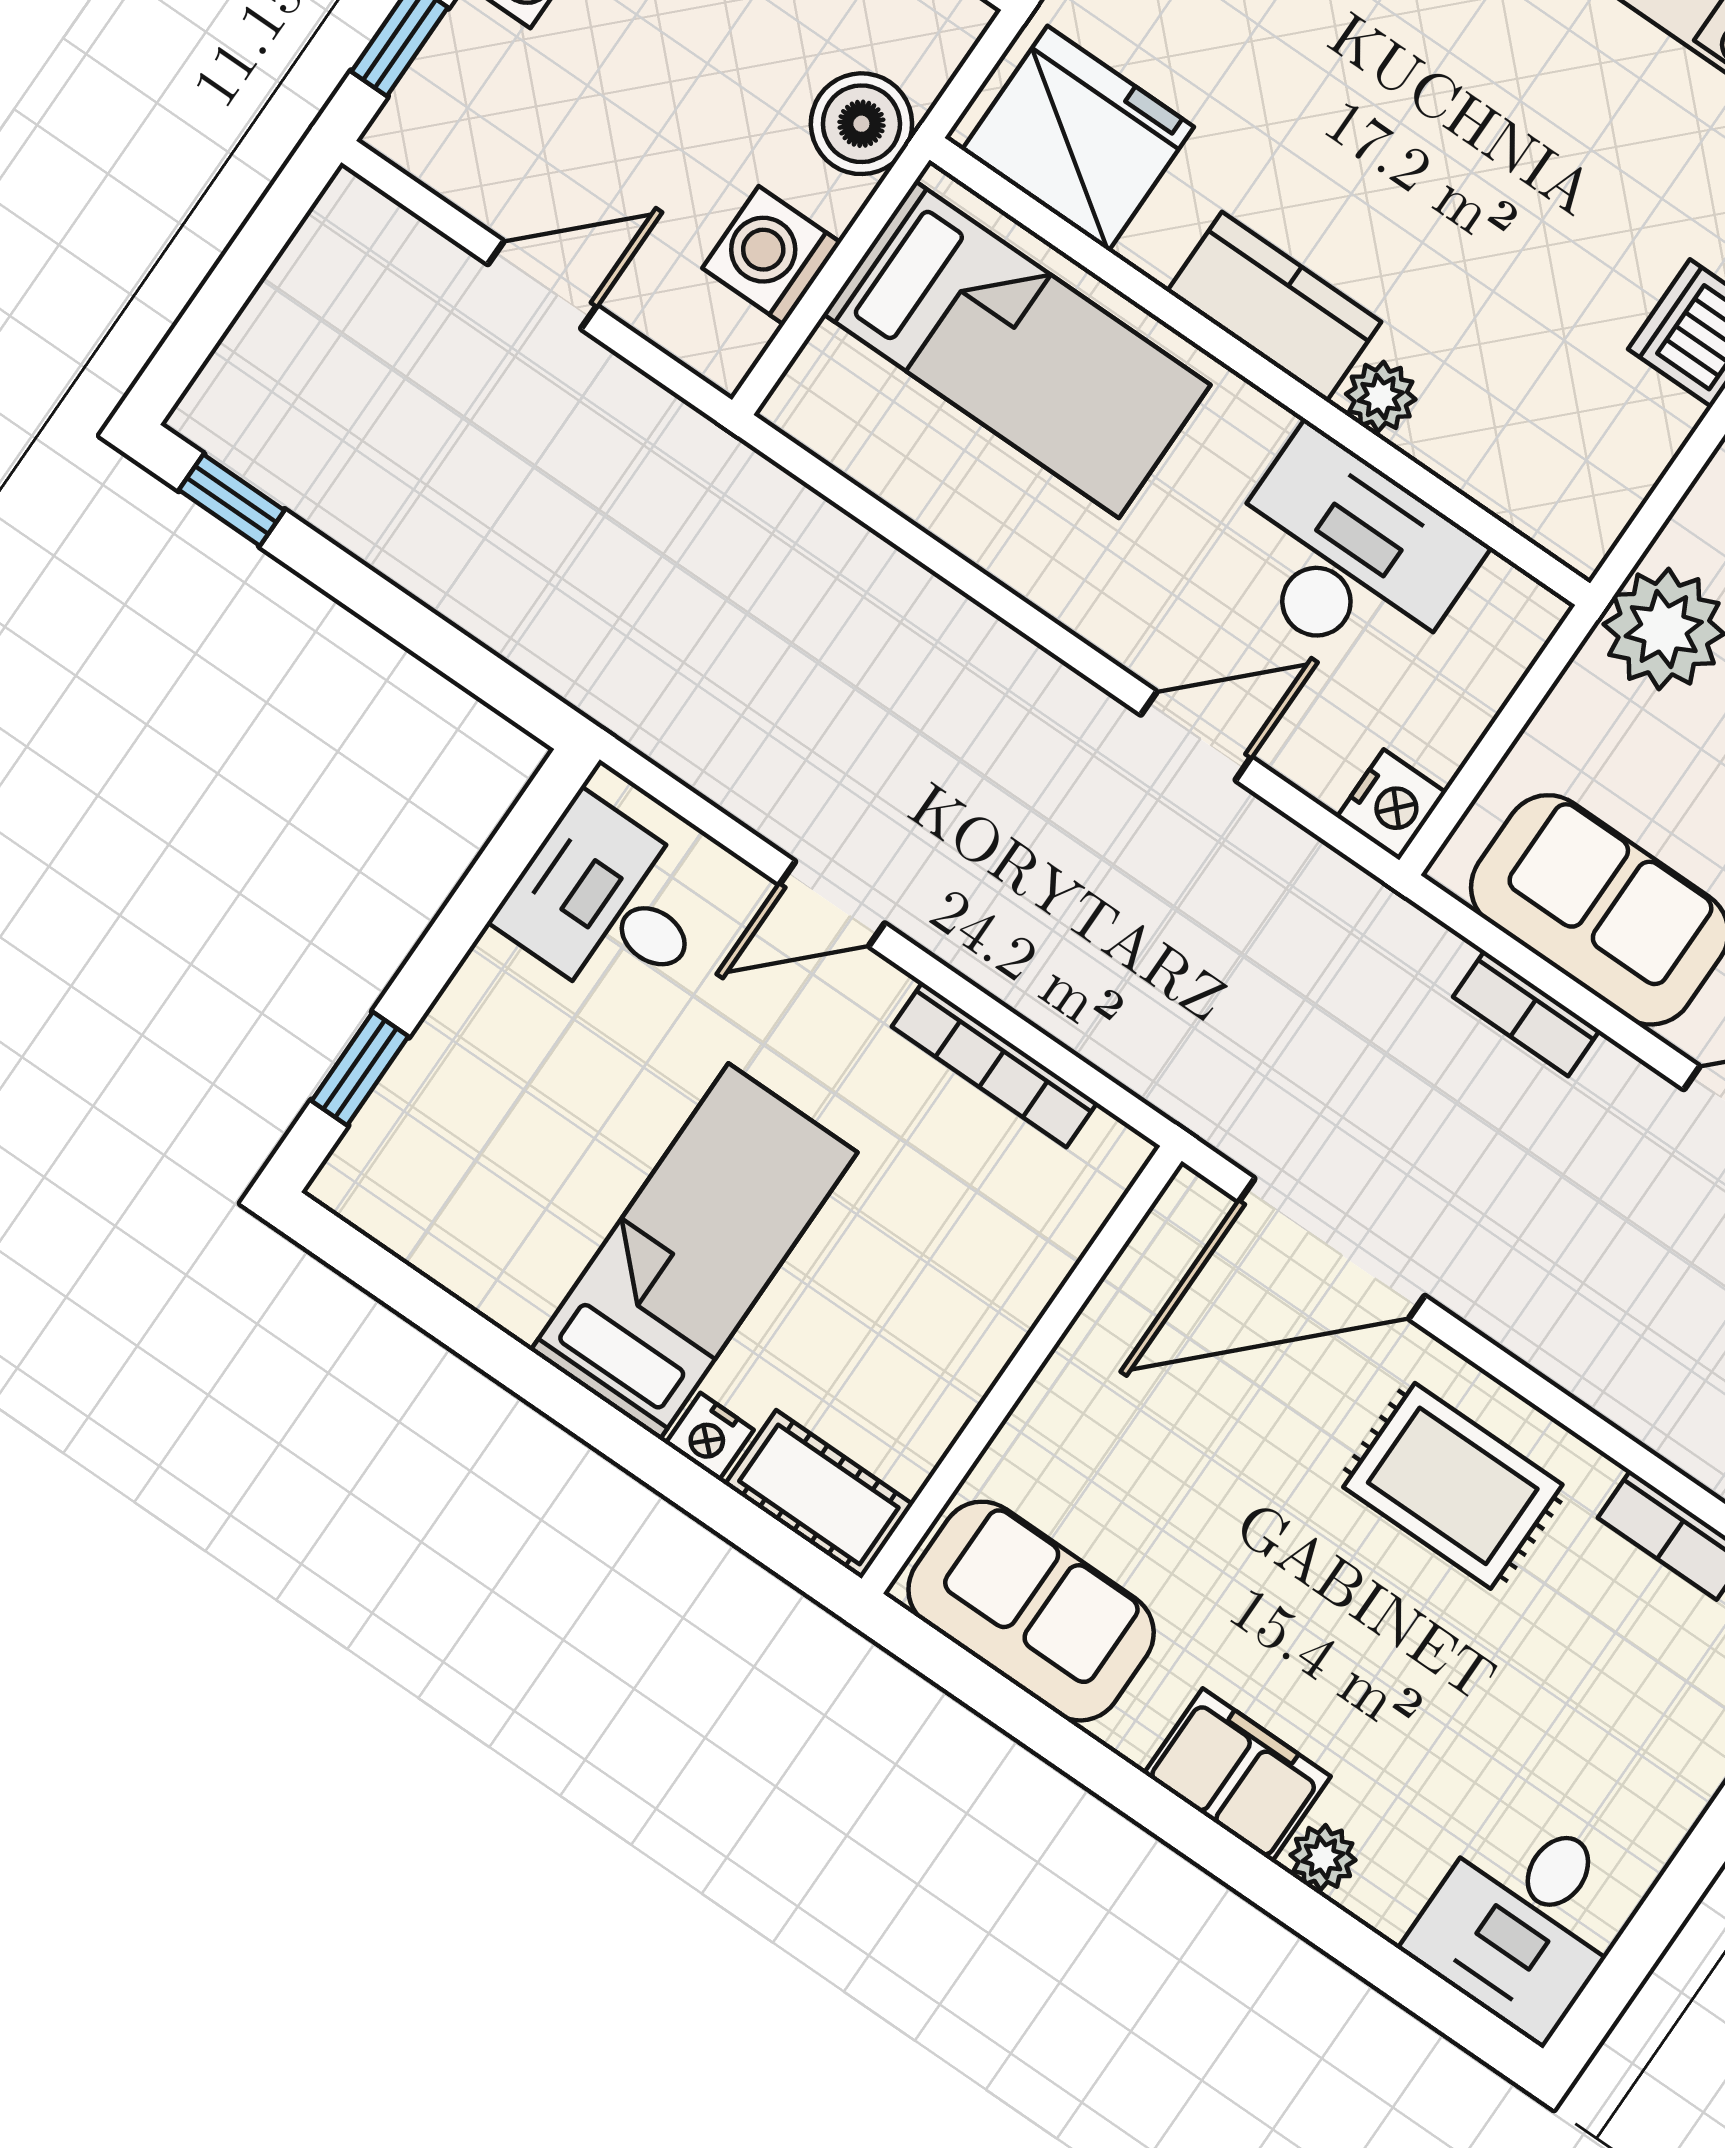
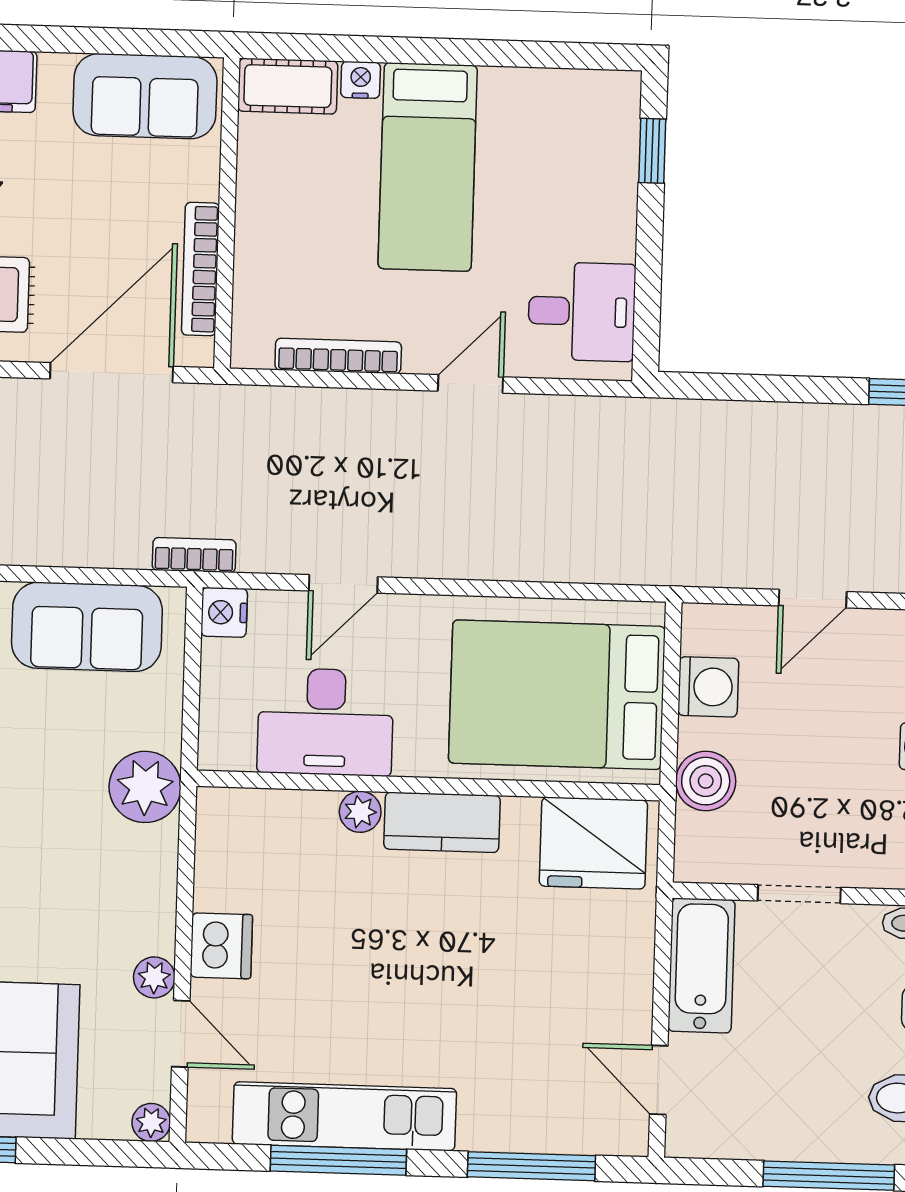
bed: (1017, 349) -> (557, 695), width x1.50
bookcase: (1526, 1014) -> (194, 555), moved
bookcase: (1111, 1314) -> (200, 269), added

